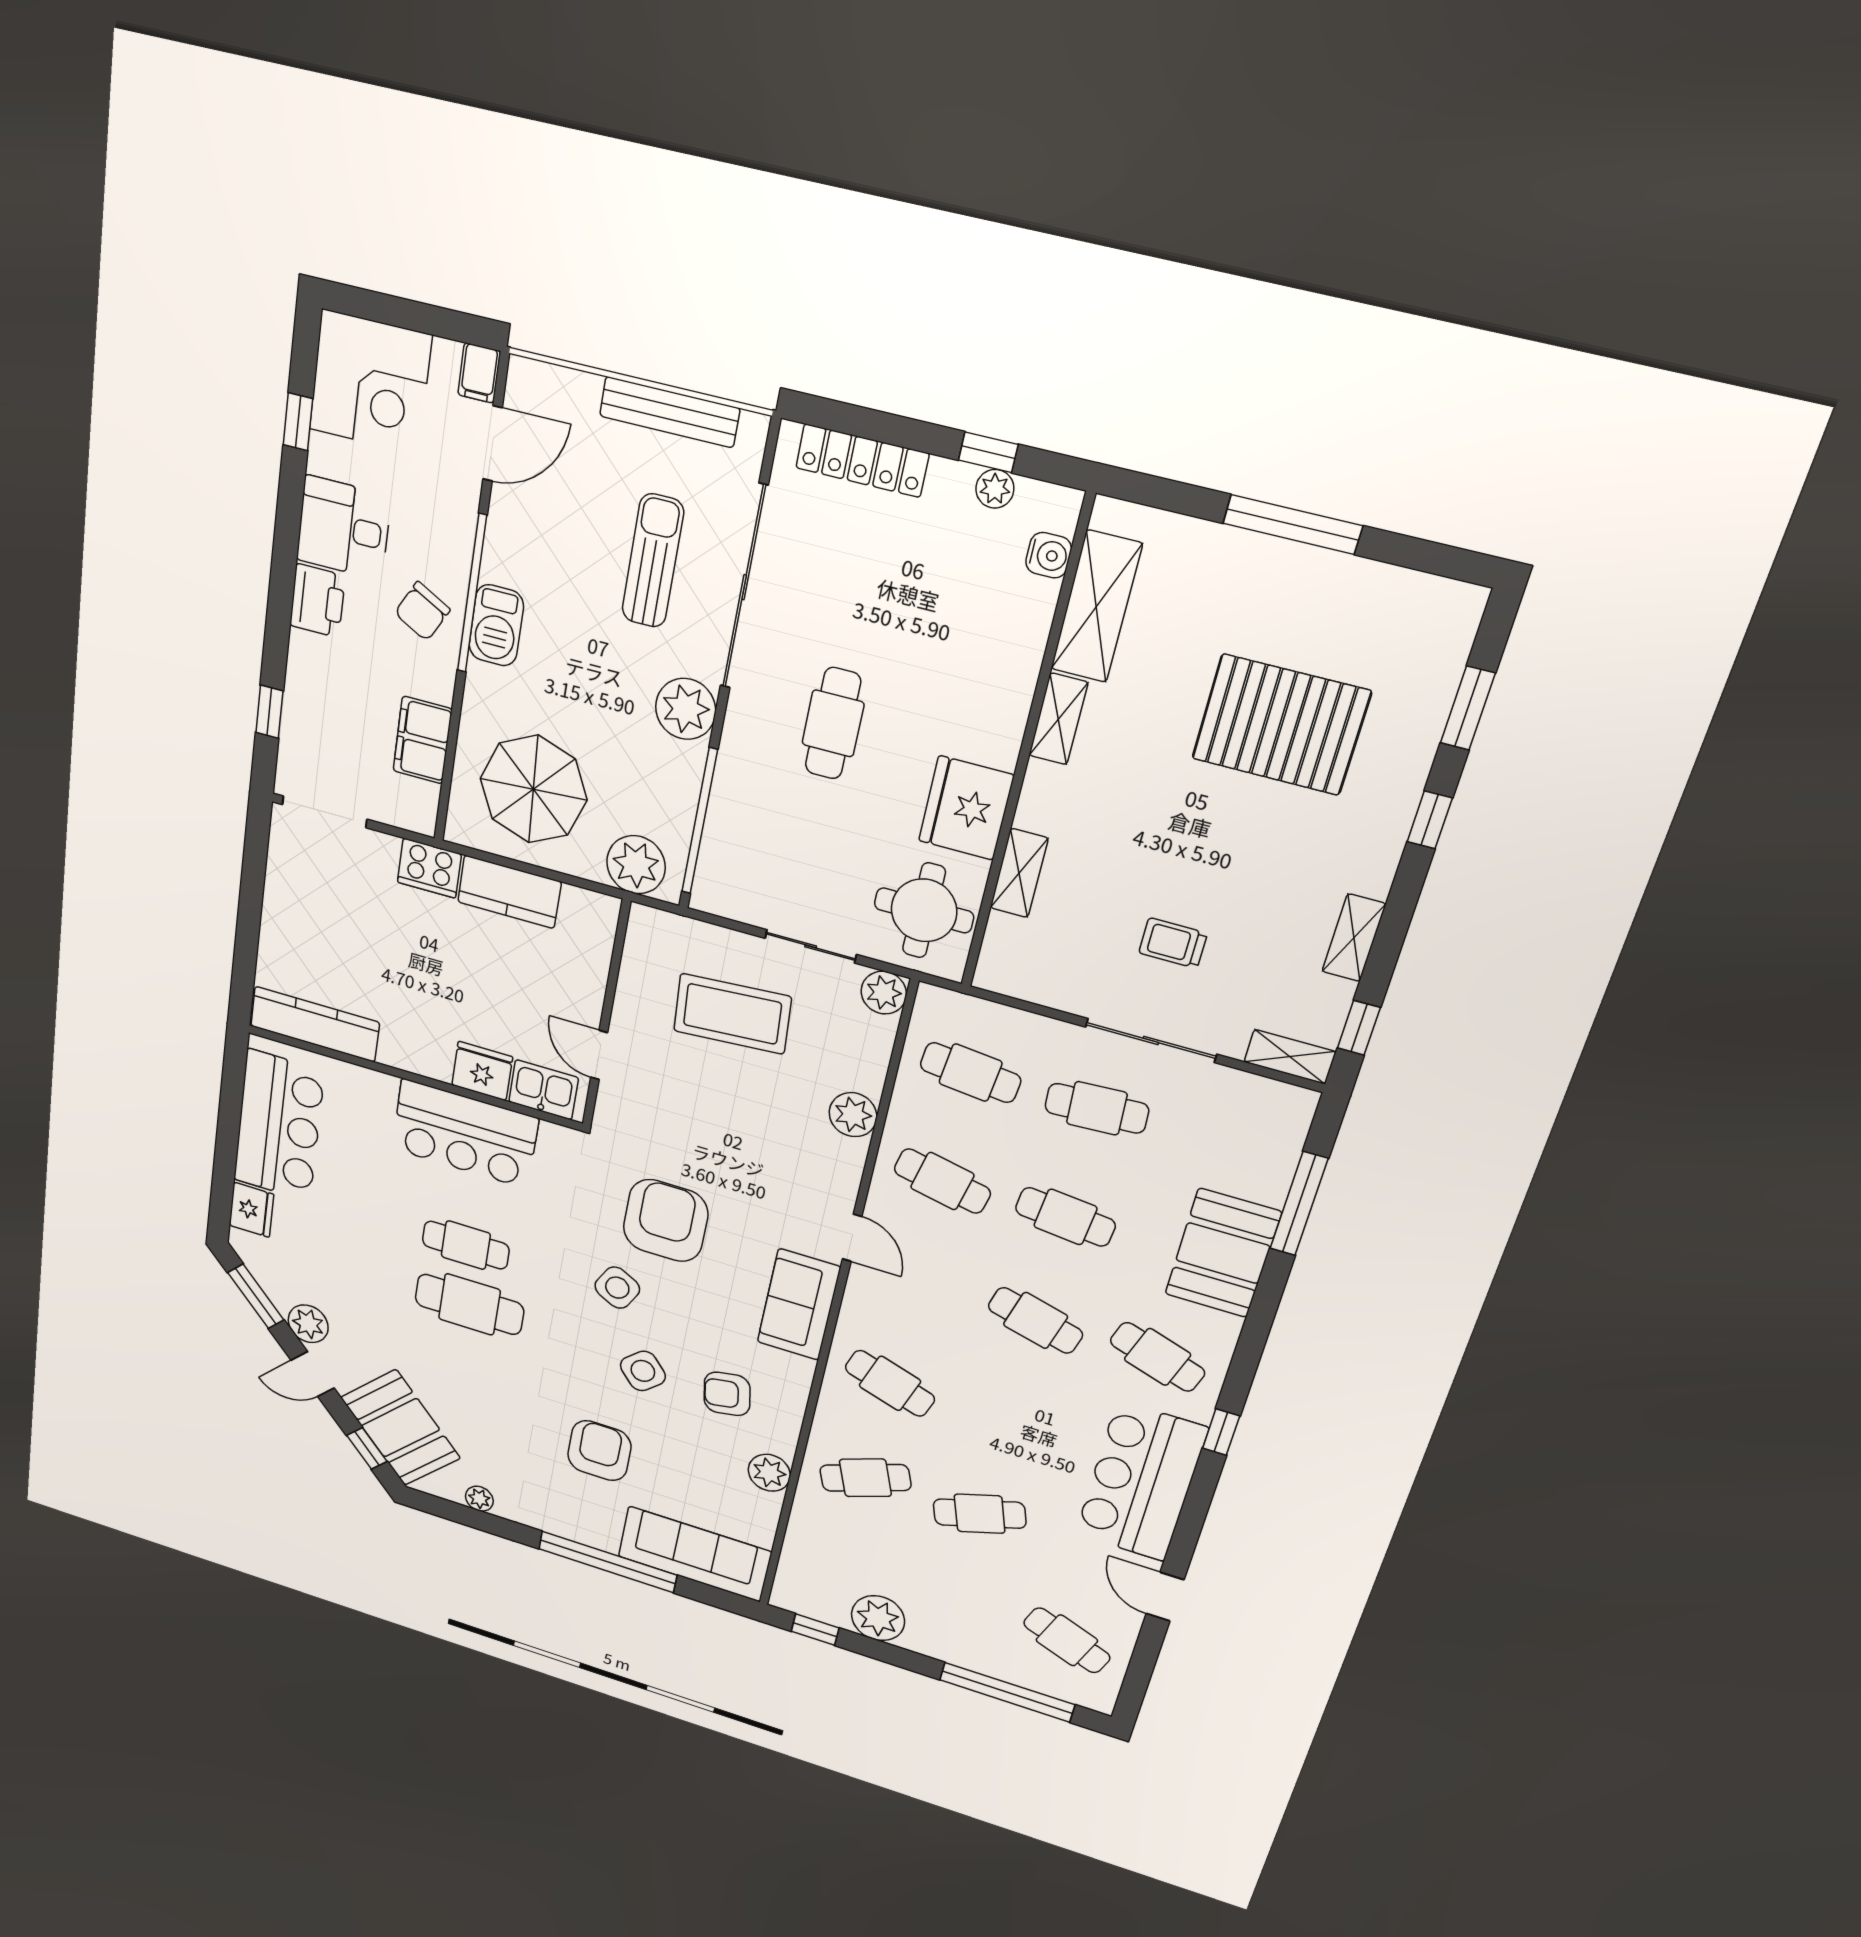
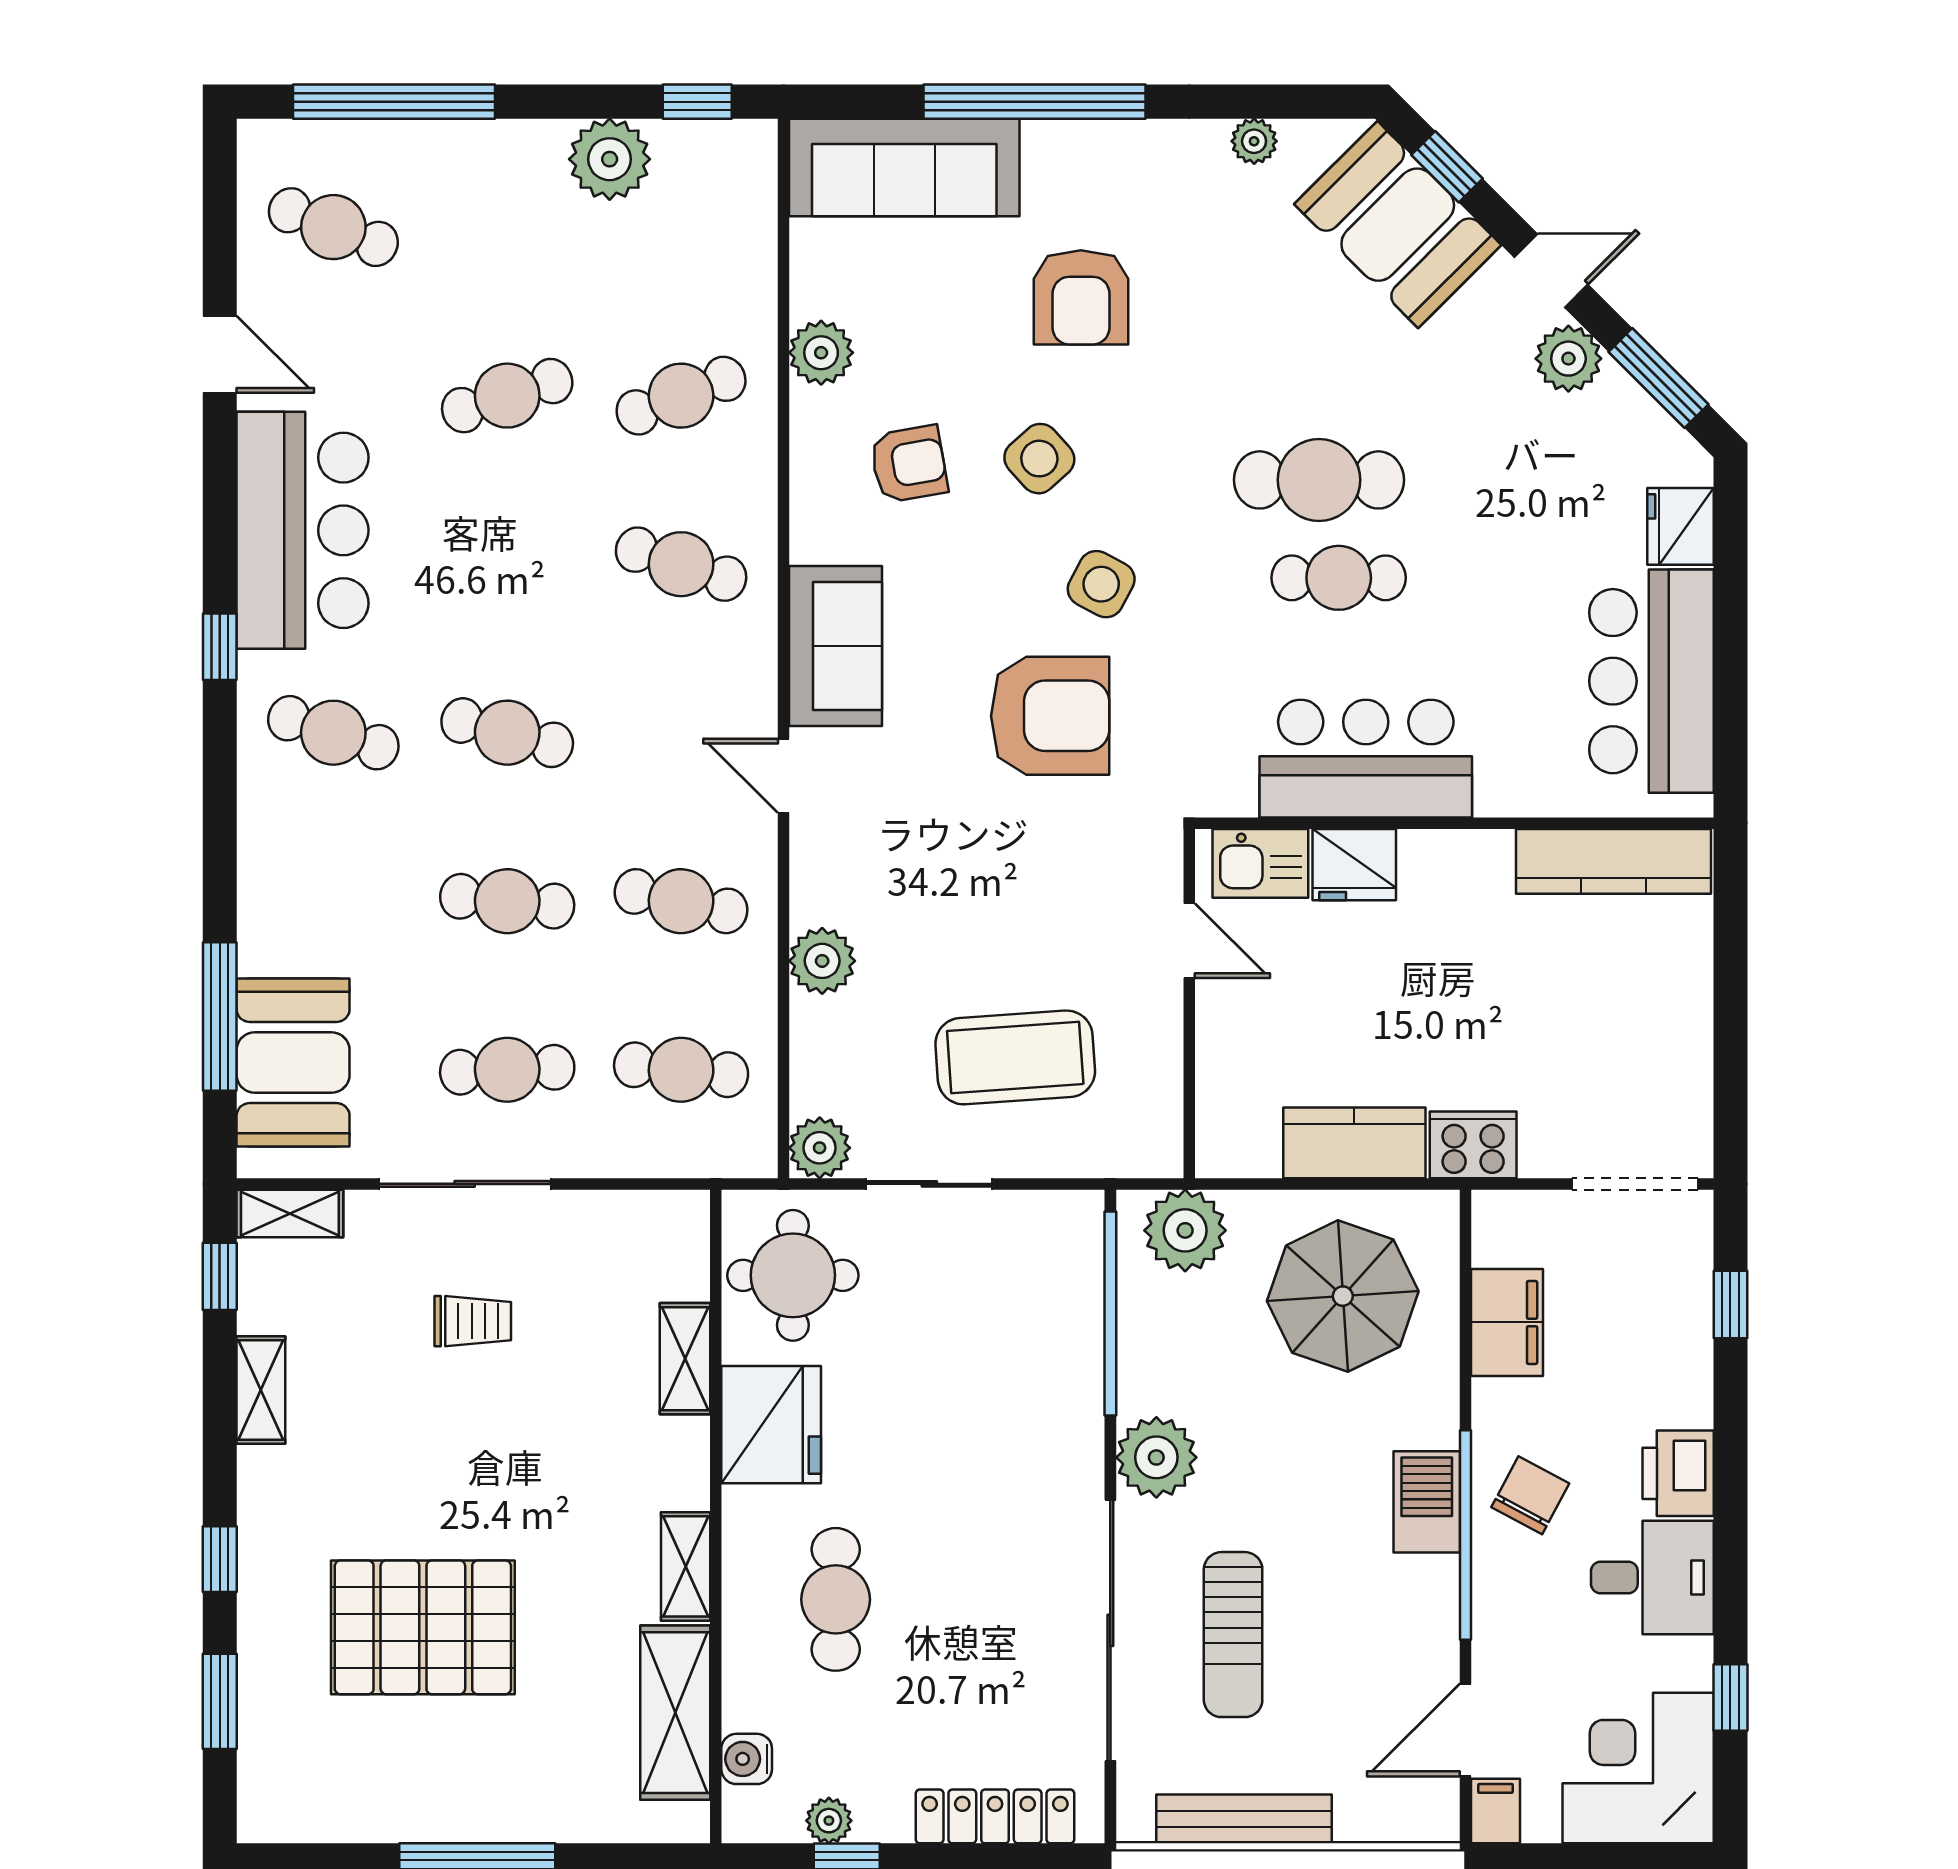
cafe table: (833, 723) -> (836, 1599), moved
armchair: (666, 1221) -> (1050, 716), turned -90
booth: (1223, 1253) -> (293, 1062), moved

